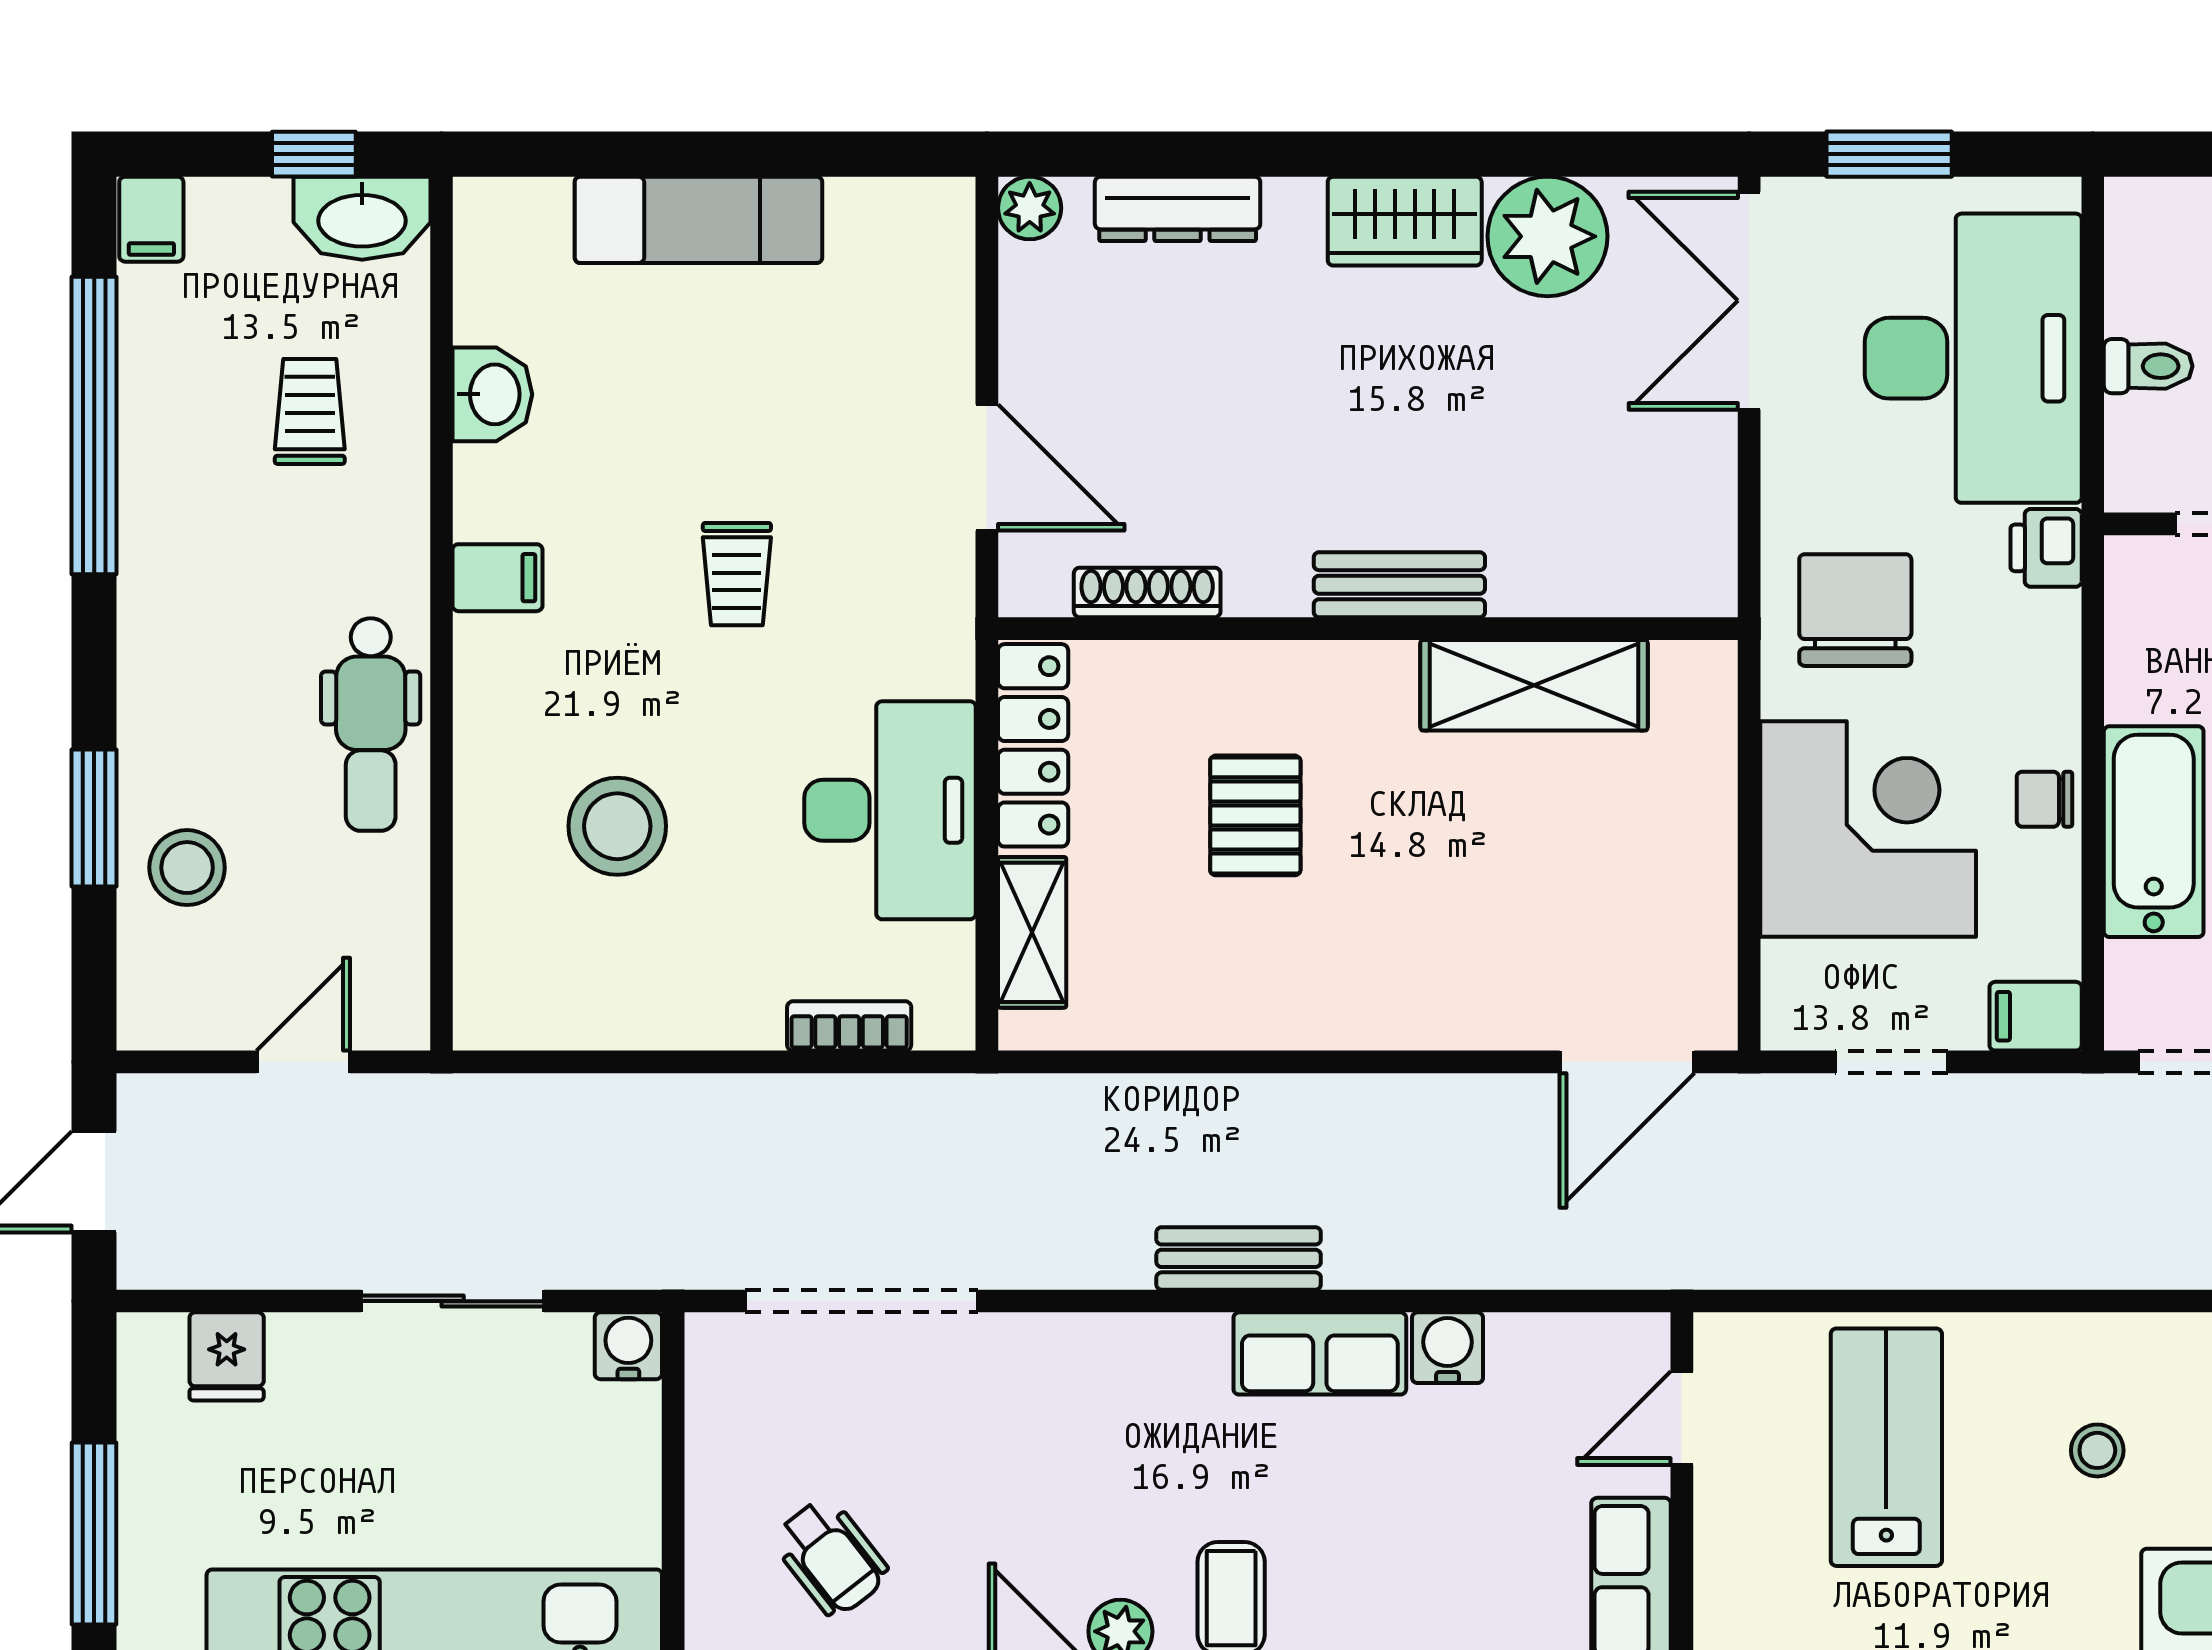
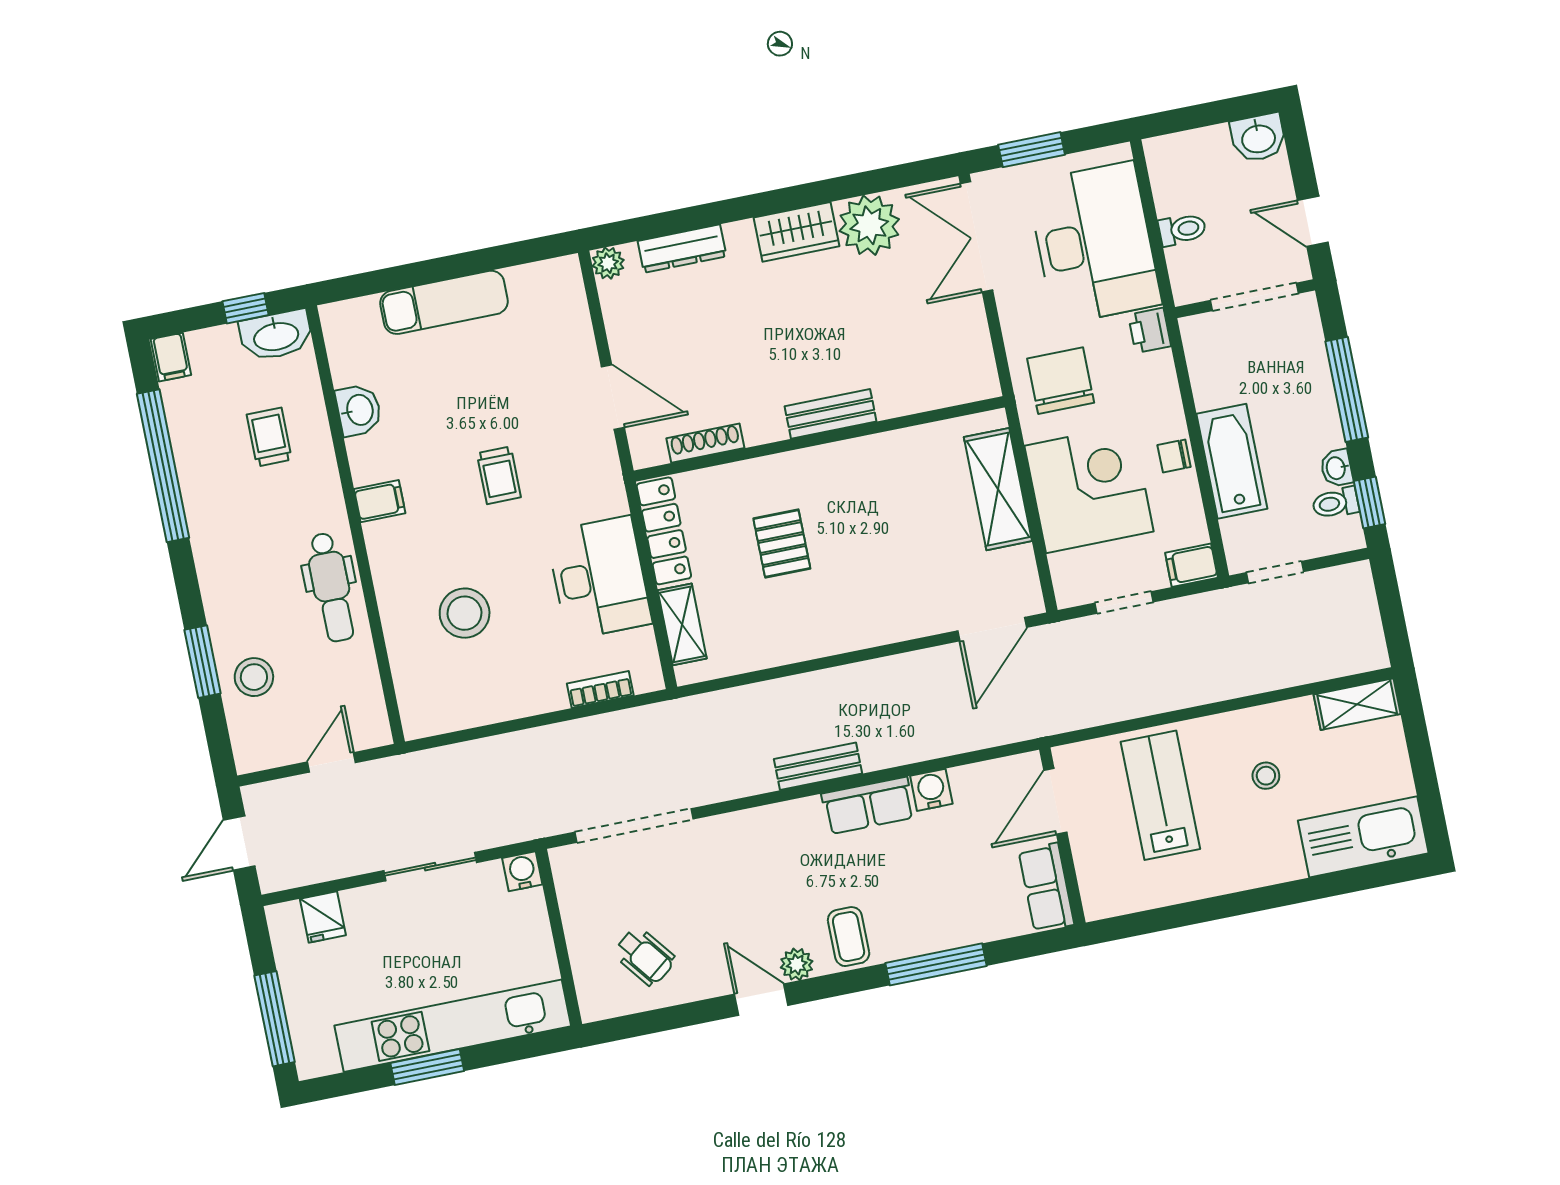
shelving: (1534, 685) -> (998, 489), moved, turned 90
door: (1682, 1418) -> (1055, 801), width x1.38

